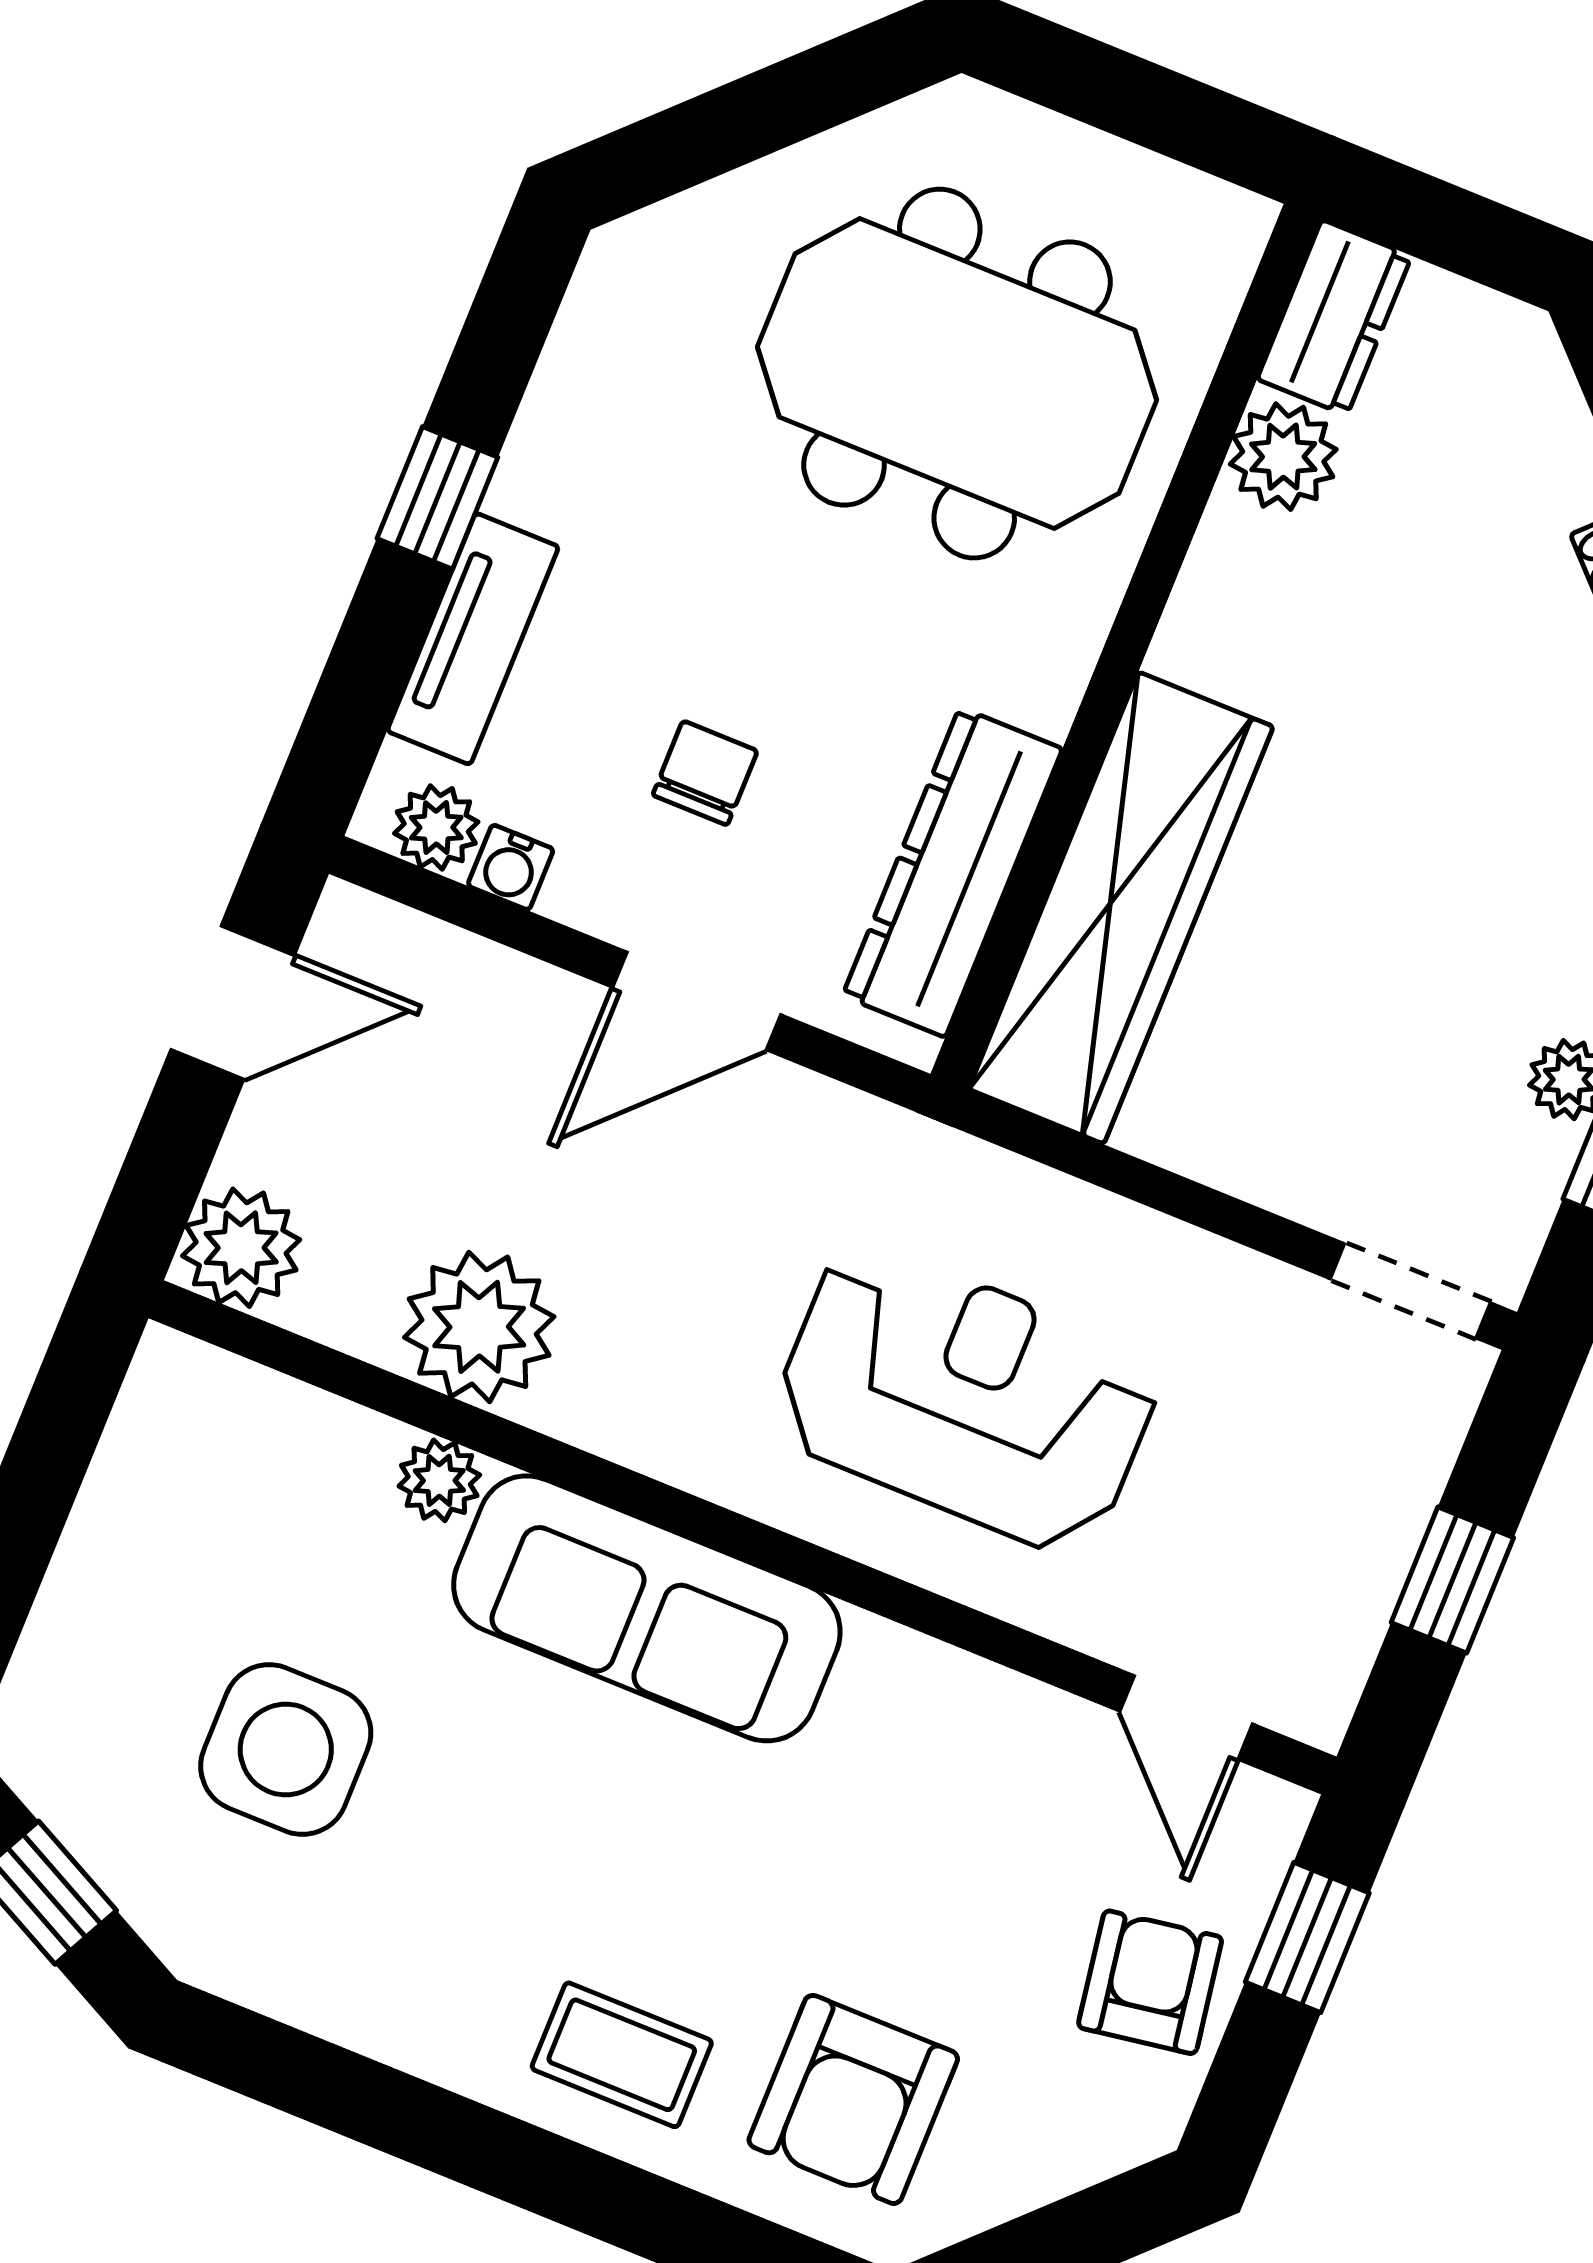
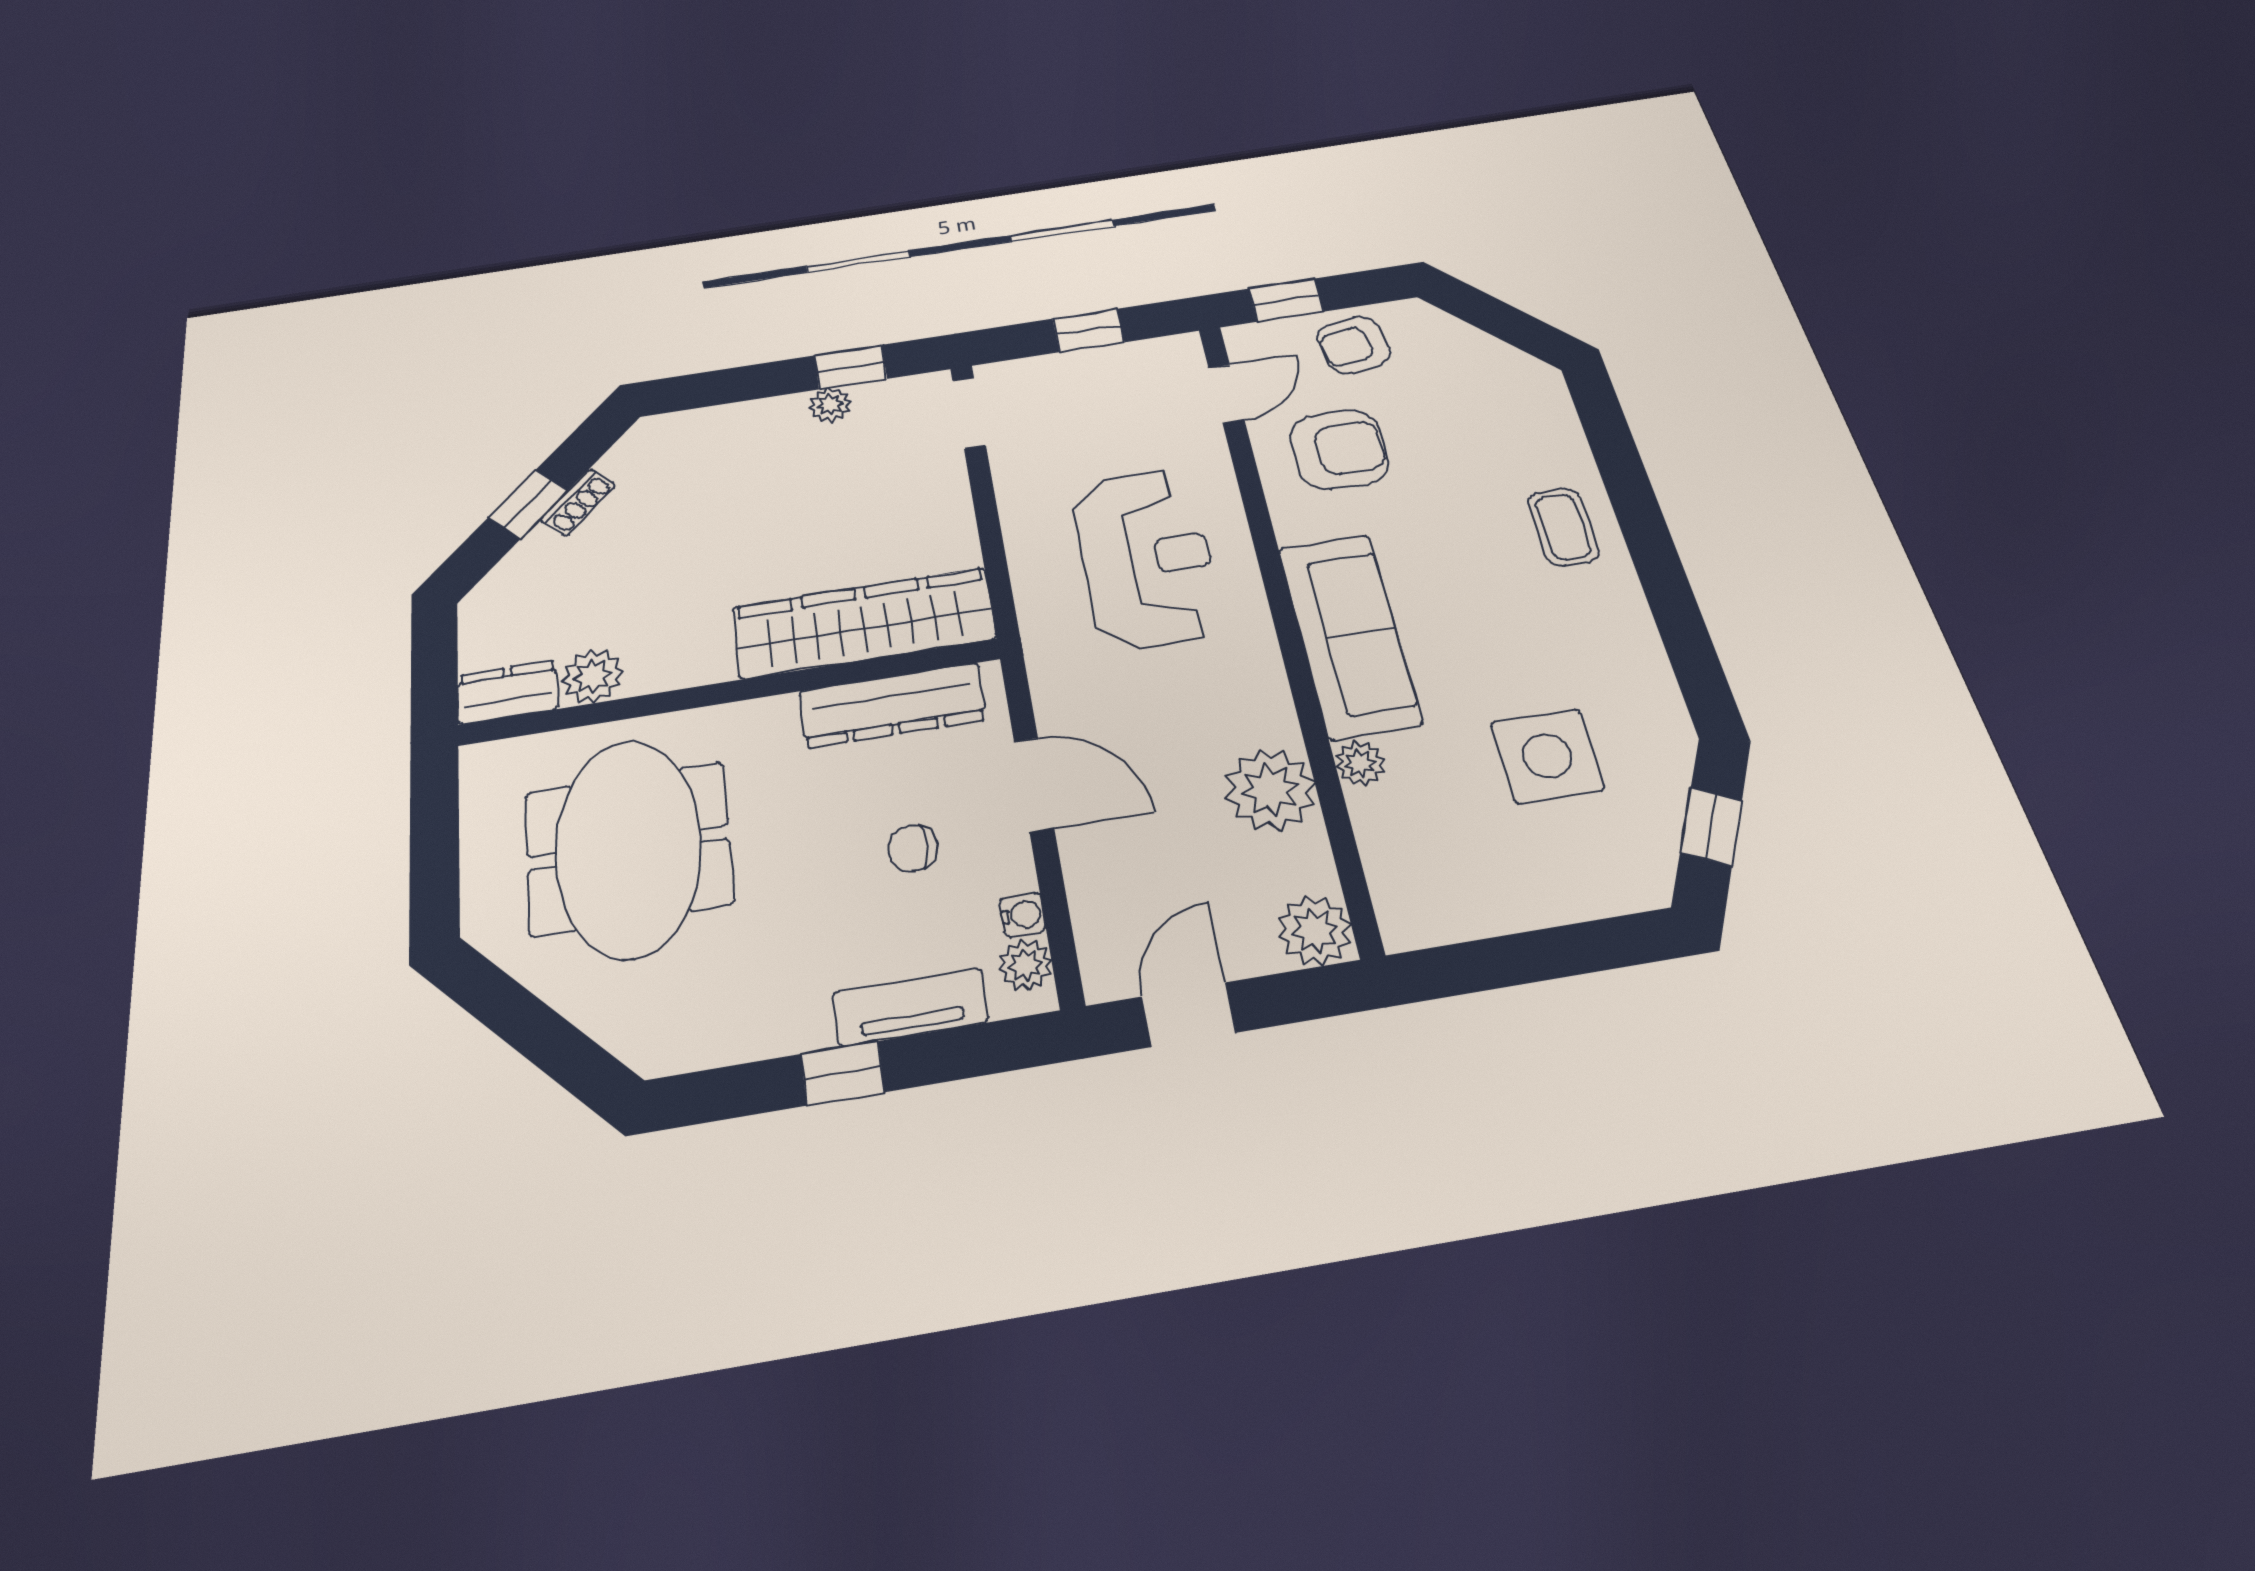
door: (233, 1003) -> (1189, 1015), hinge flipped
reception desk: (966, 1398) -> (1146, 558), turned 180
armchair: (853, 2099) -> (1339, 450), moved

